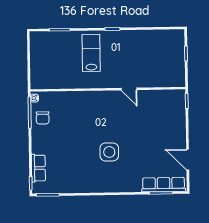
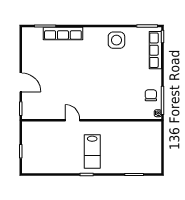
lab bench: (91, 53) -> (92, 151), moved
side table: (109, 152) -> (116, 40), moved
door: (188, 160) -> (21, 82), moved
row of seats: (38, 168) -> (155, 50), width x1.48
row of seats: (164, 185) -> (63, 33), moved

